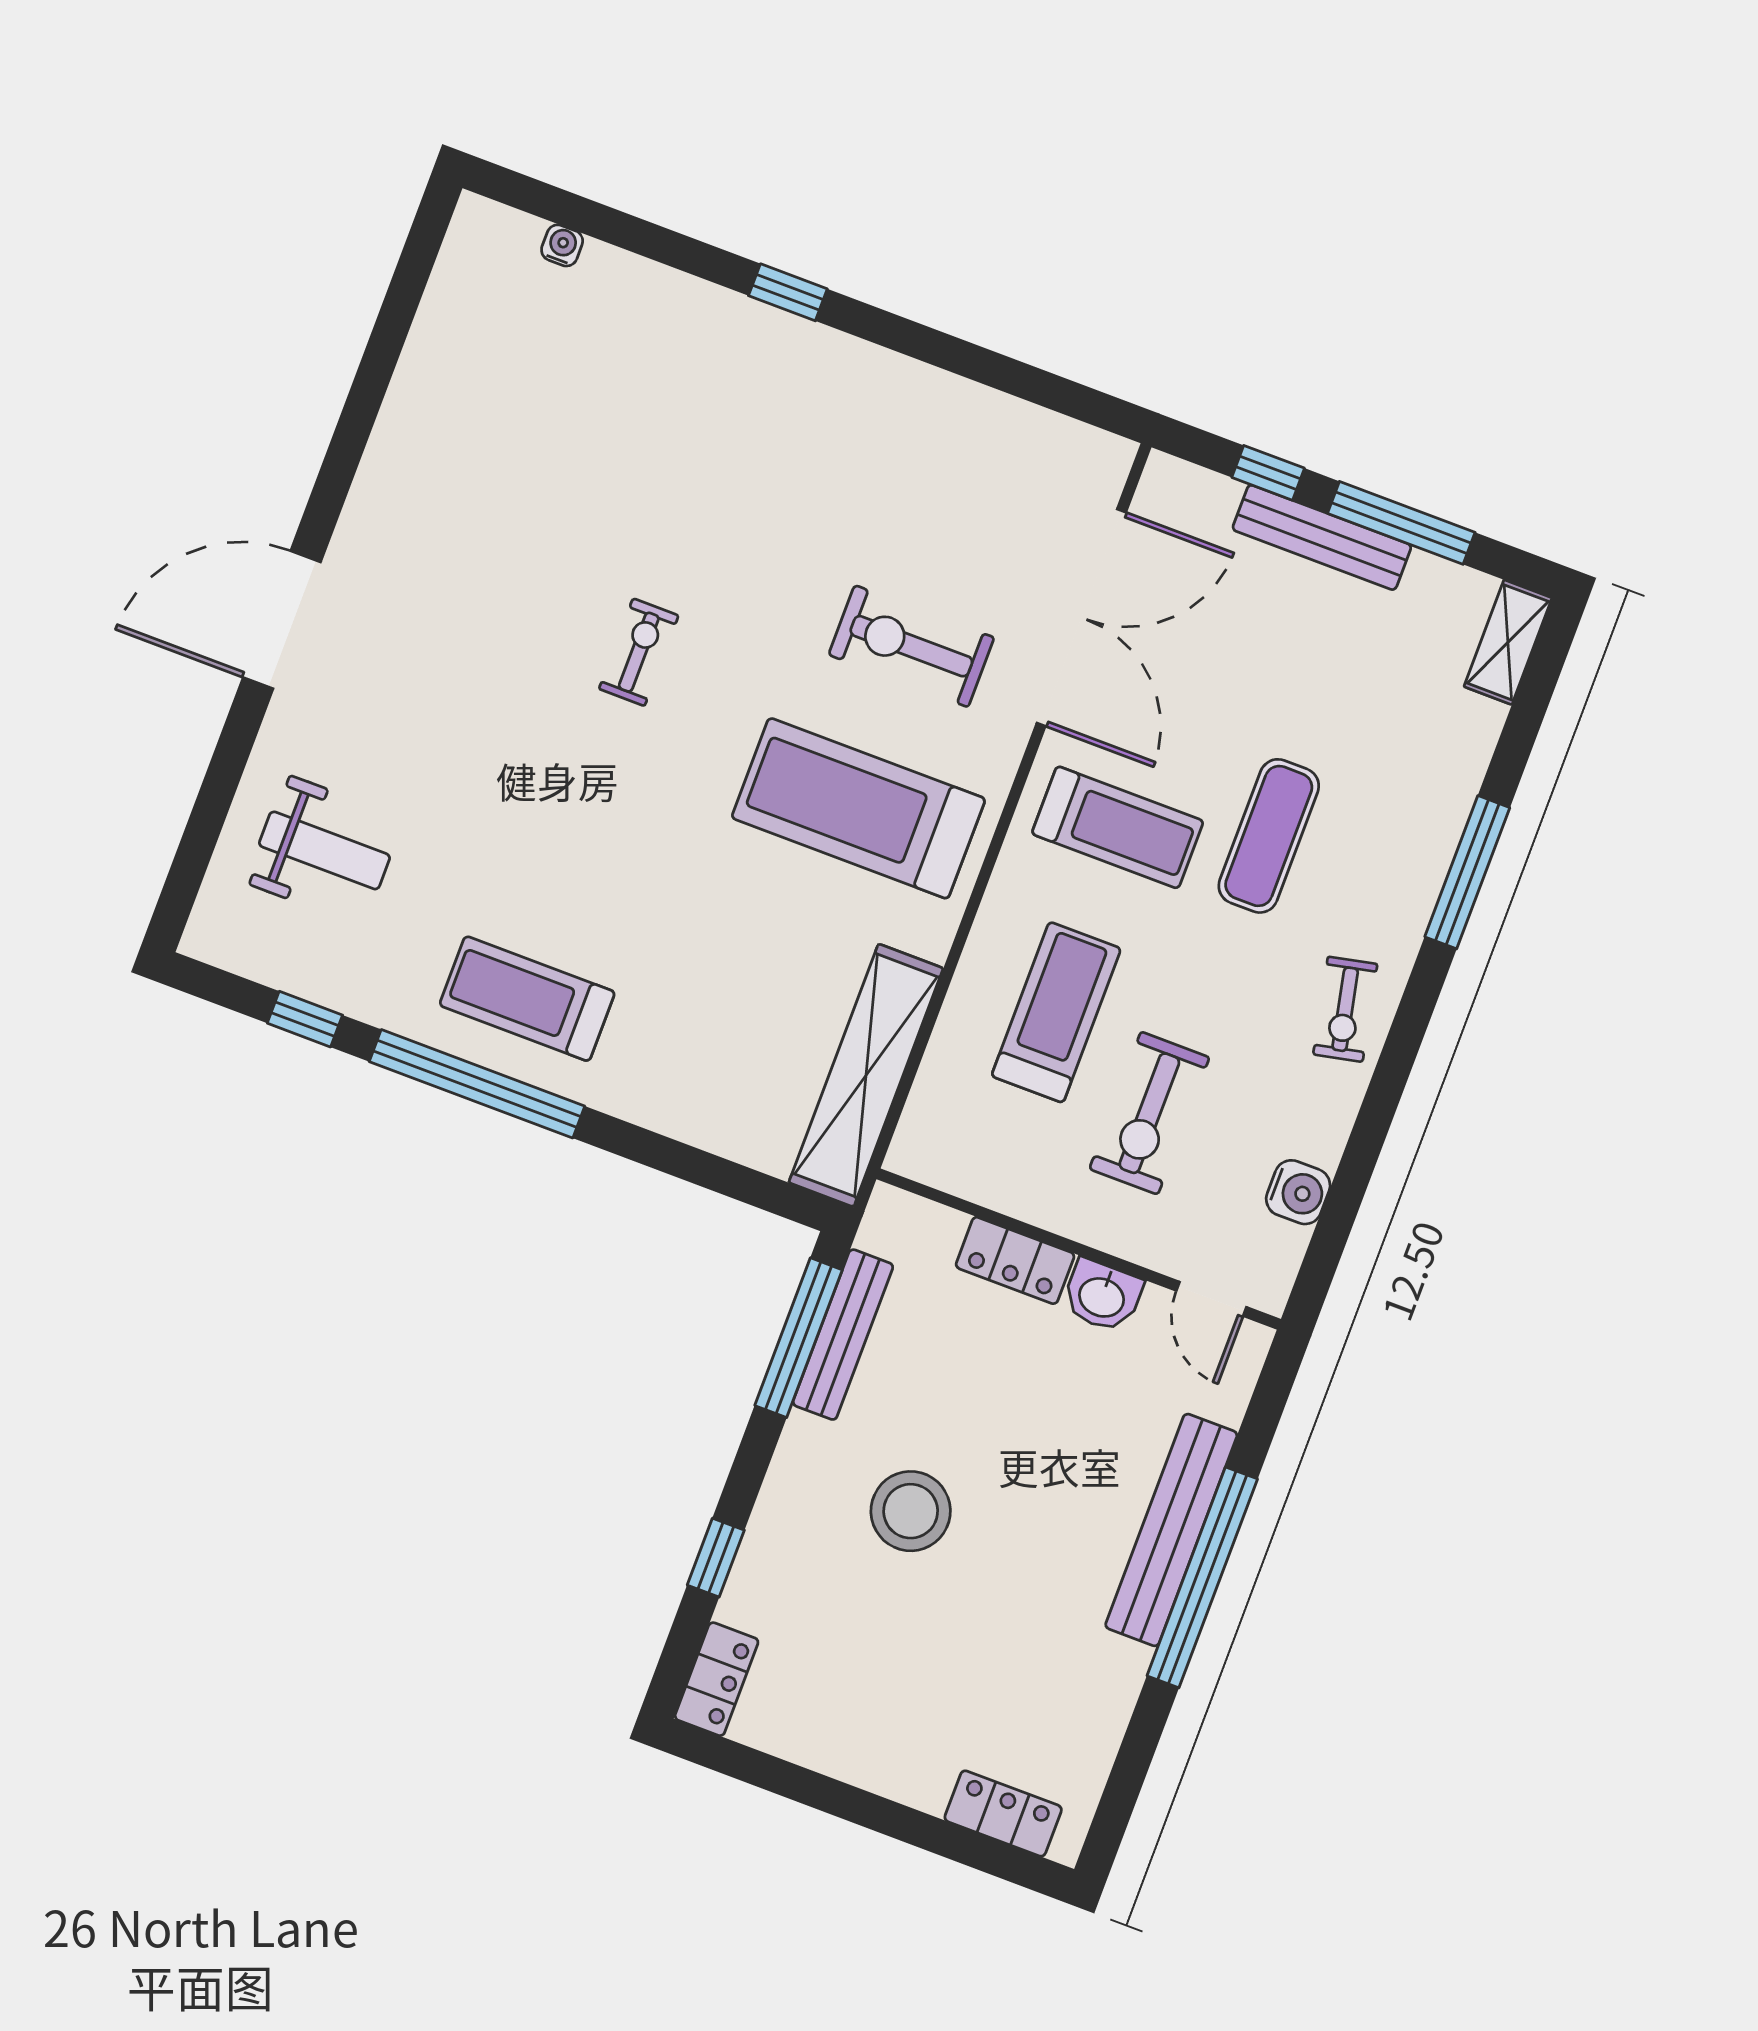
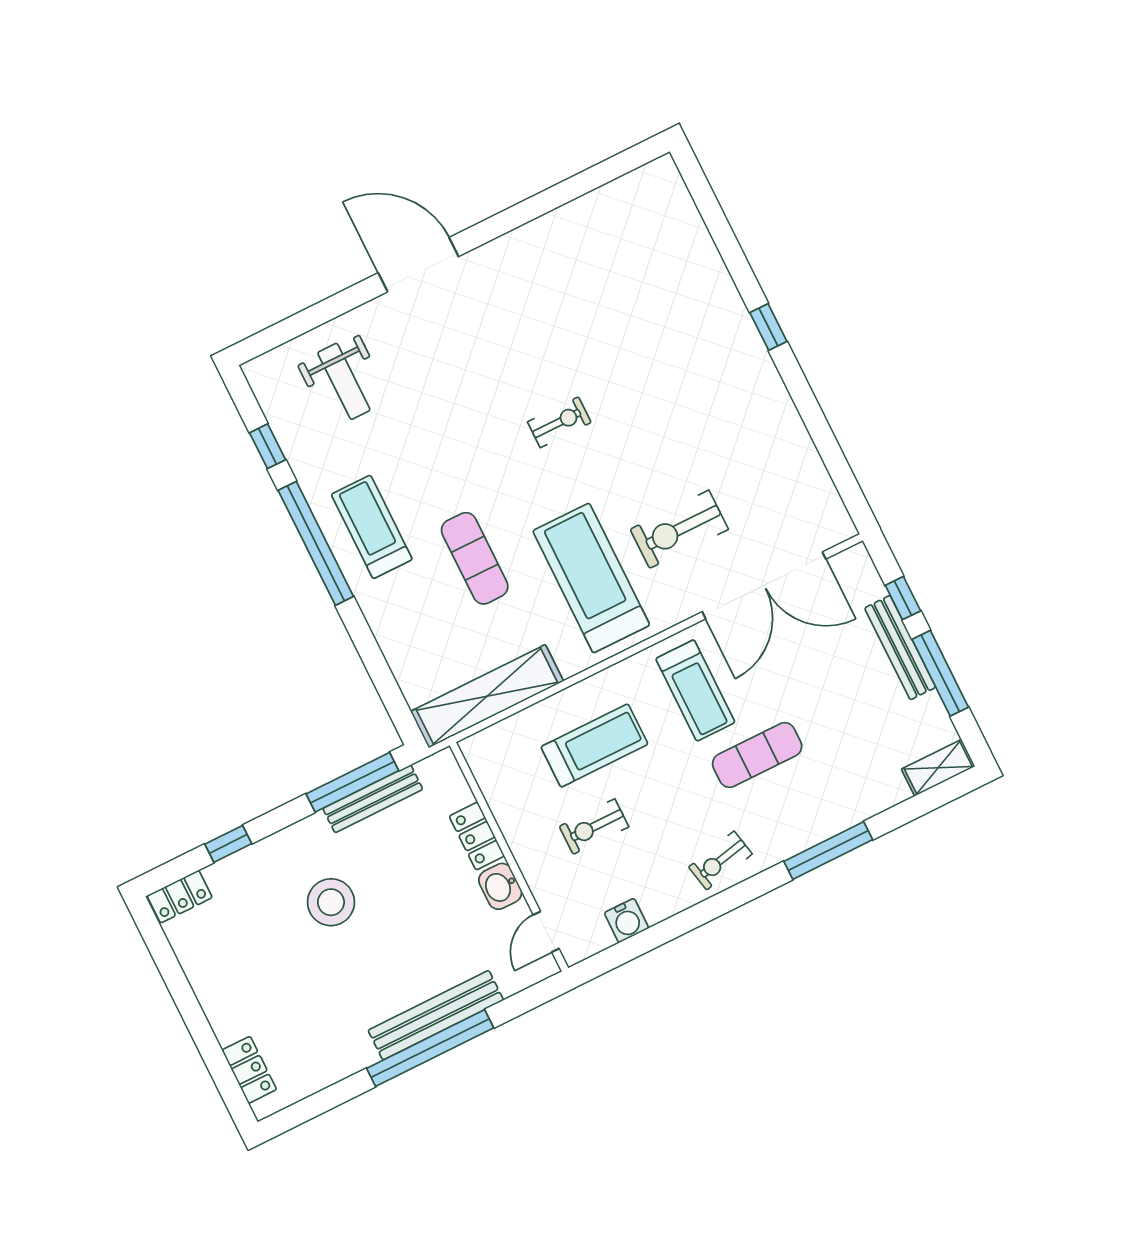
water cooler: (562, 245) -> (690, 216), removed
exercise bike: (911, 646) -> (679, 529), turned -90
exercise mat: (691, 919) -> (475, 558), added
exercise bike: (1149, 1113) -> (594, 827), width x0.73, depth x0.72

